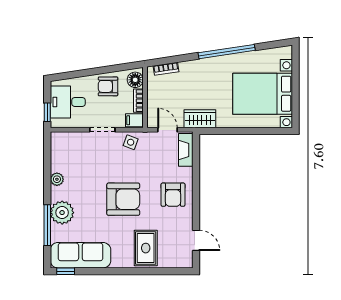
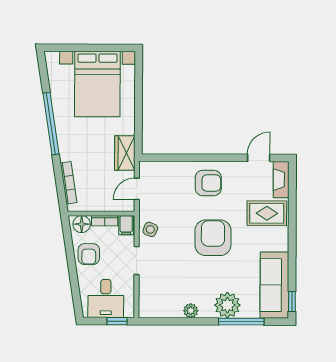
bookcase: (166, 69) -> (69, 183), width x1.56
fireplace: (186, 150) -> (281, 180), moved, turned 90

